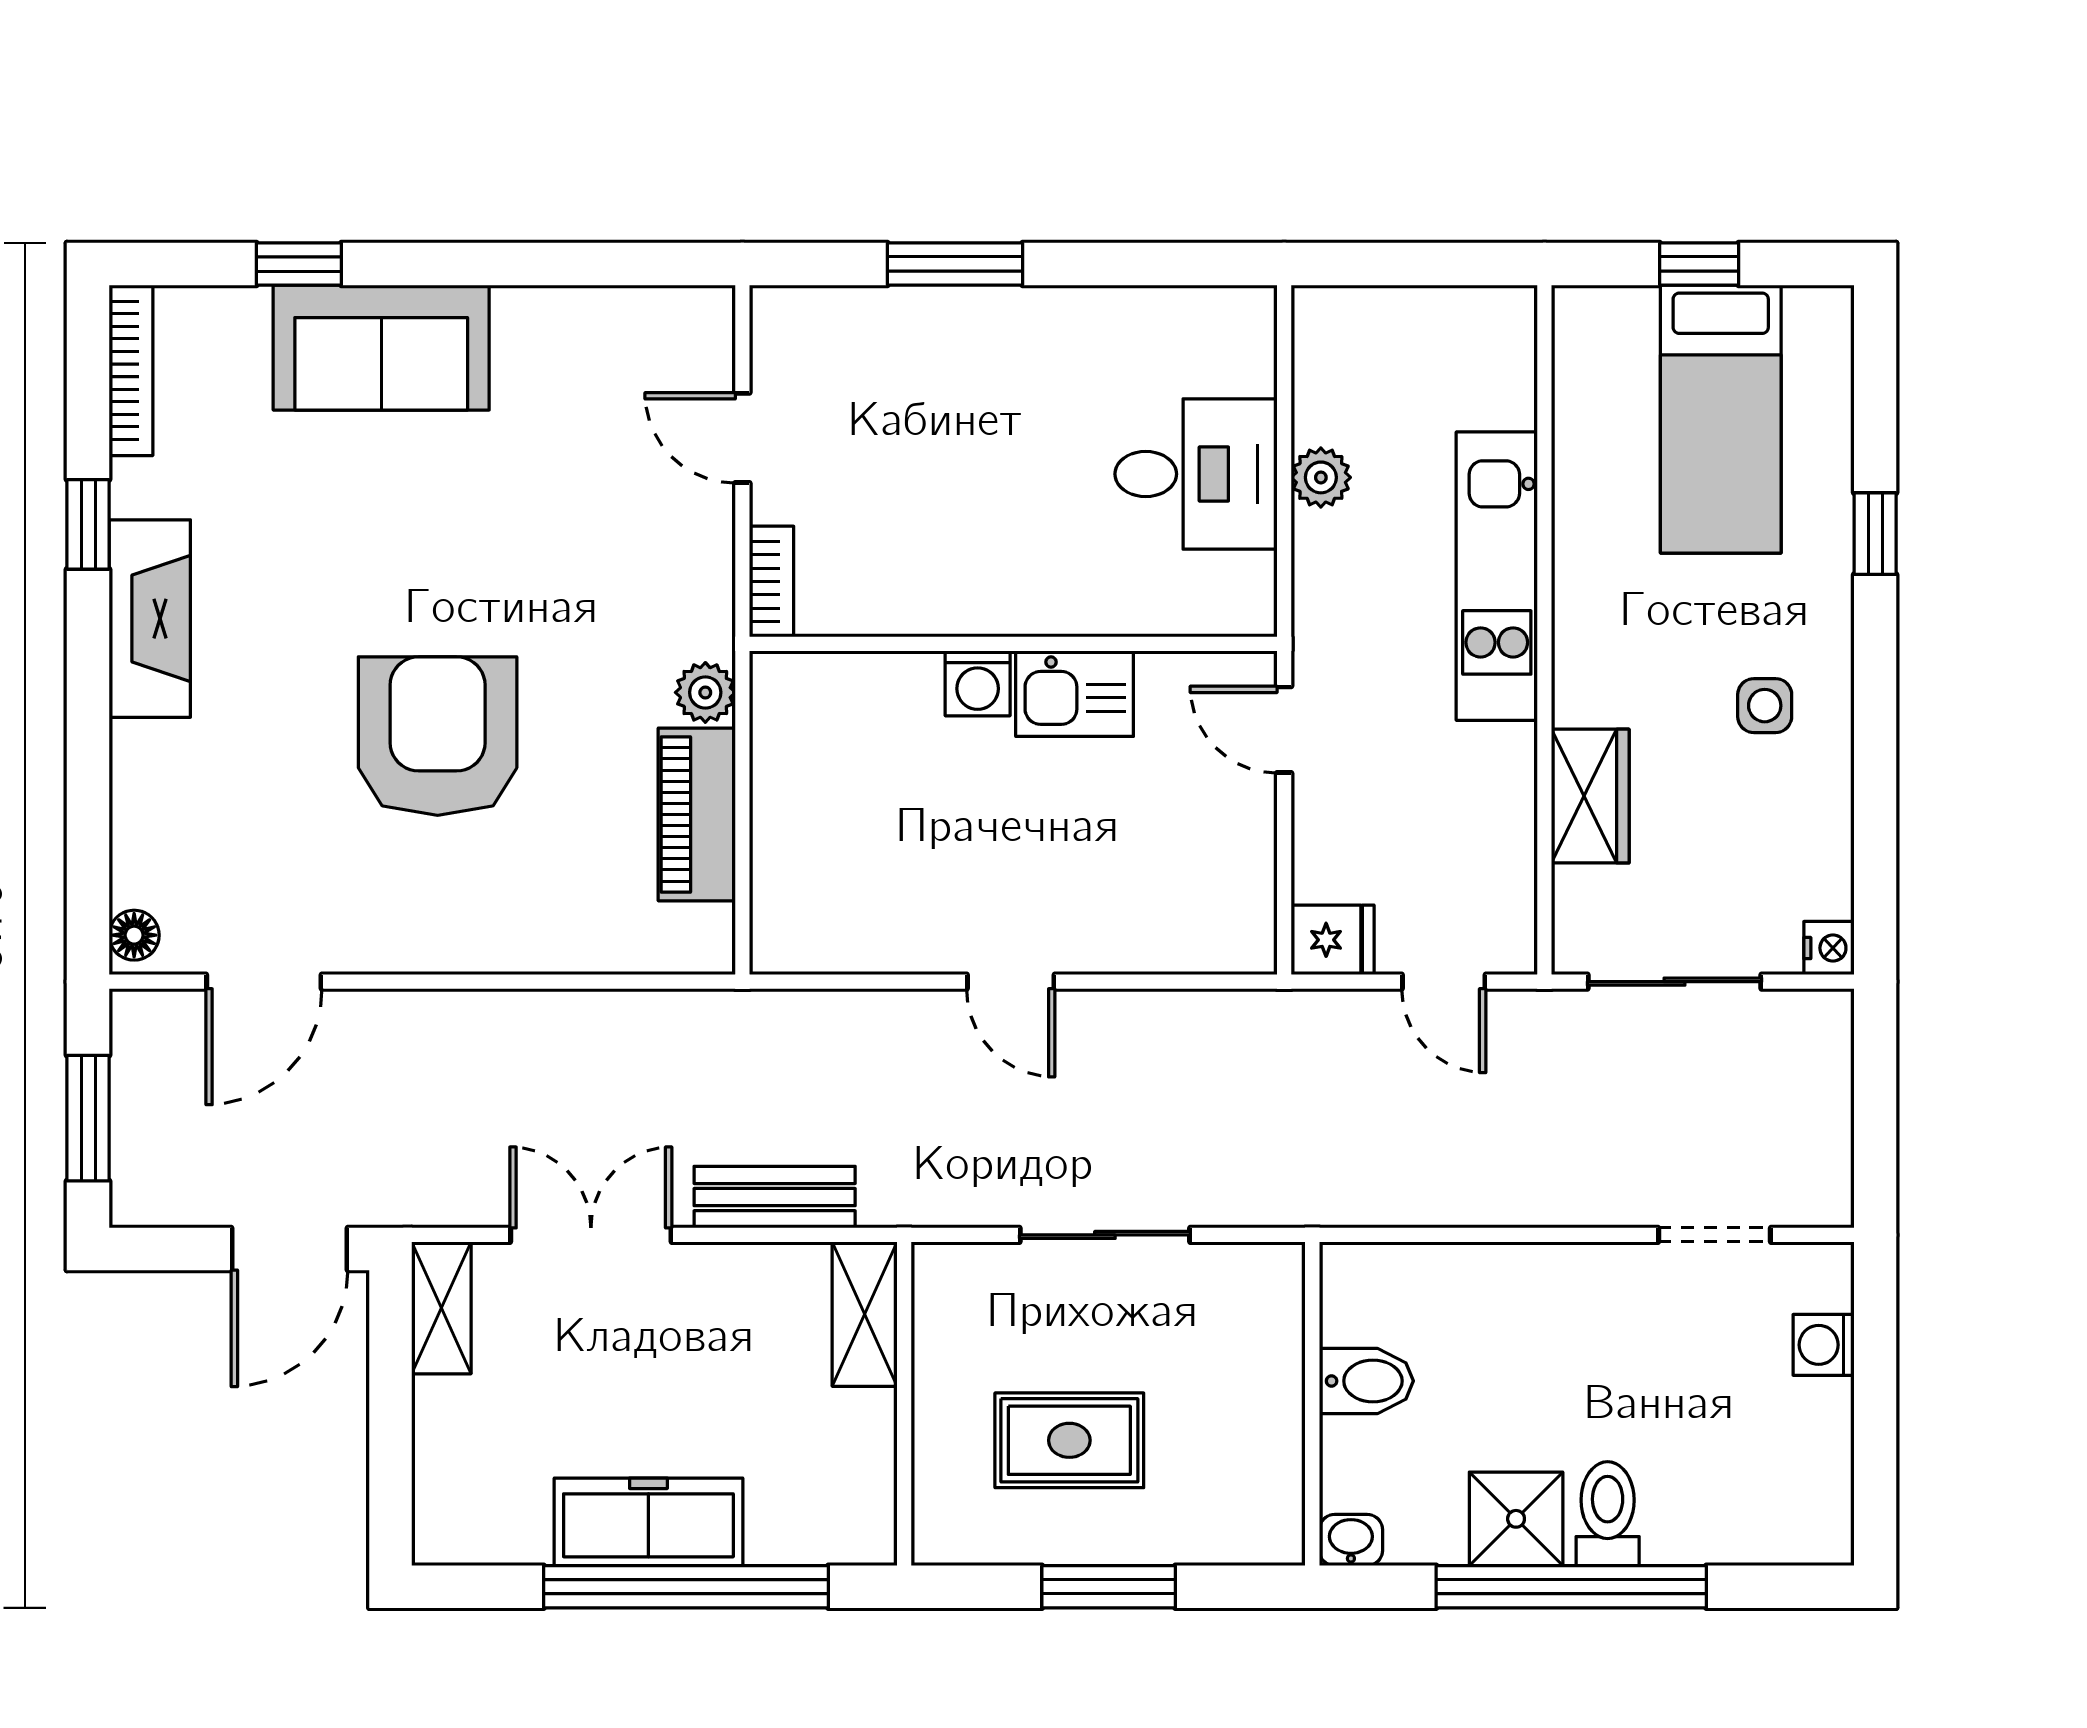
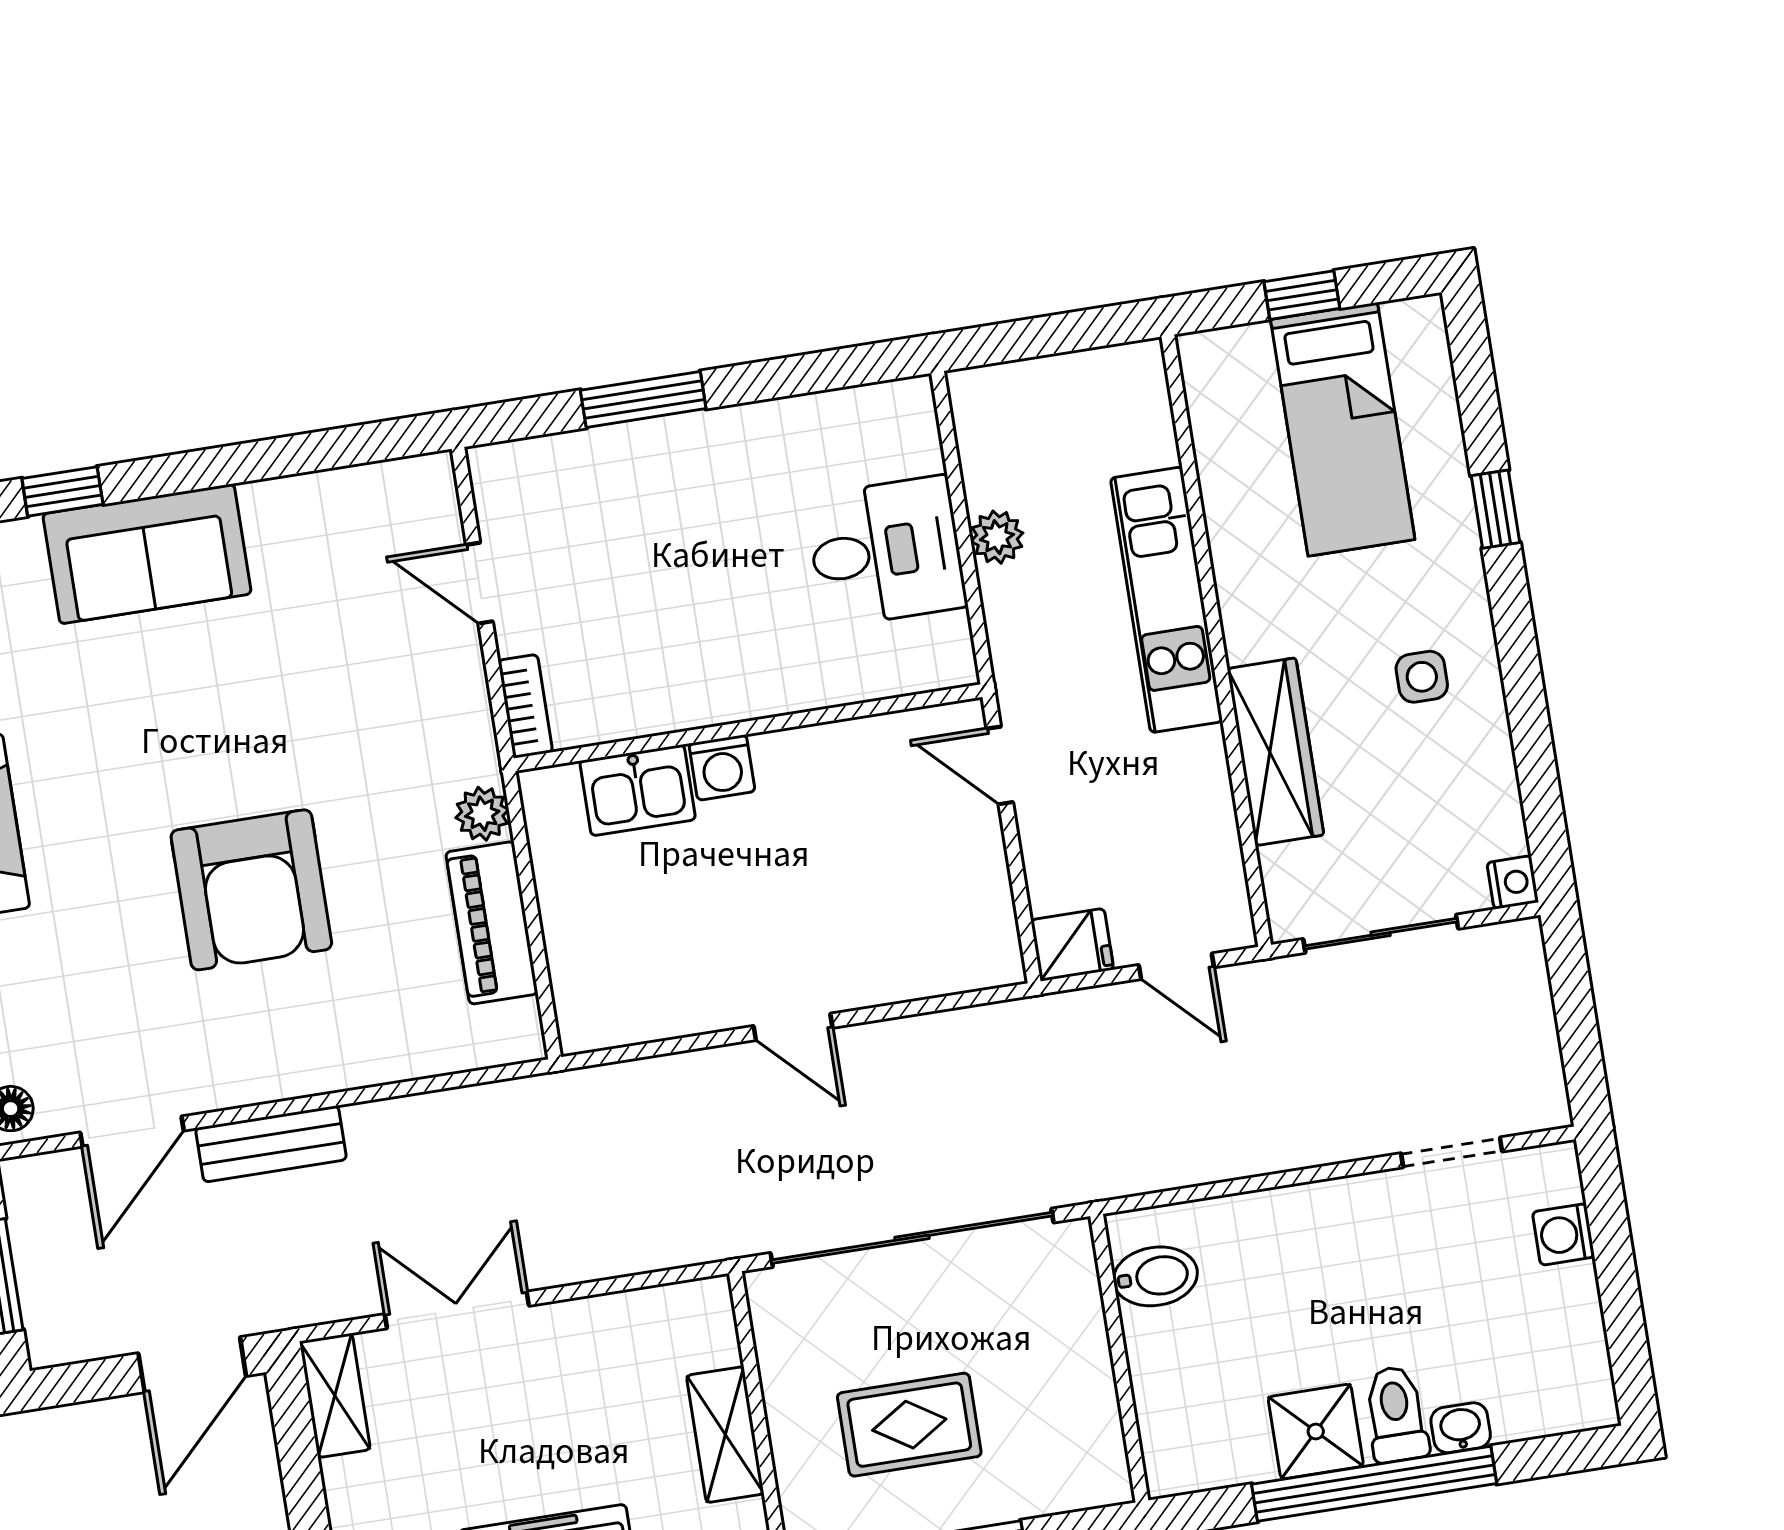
kitchen sink: (1075, 694) -> (638, 790), moved
armchair: (438, 736) -> (251, 890), turned 180
wardrobe: (1590, 796) -> (1275, 752), width x1.50
bench: (775, 1197) -> (271, 1144), moved
sliding door: (1105, 1235) -> (912, 1238), width x1.86
shelving: (865, 1314) -> (725, 1435), moved
bidet: (1366, 1381) -> (1155, 1276), moved
washbasin: (1351, 1540) -> (1461, 1428), moved

